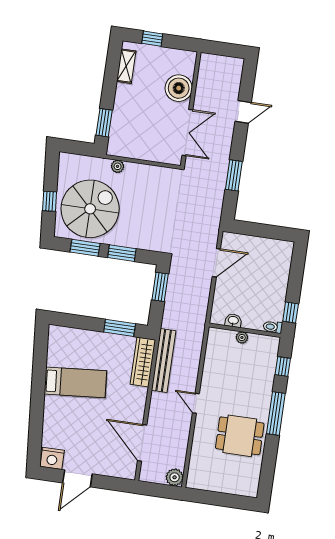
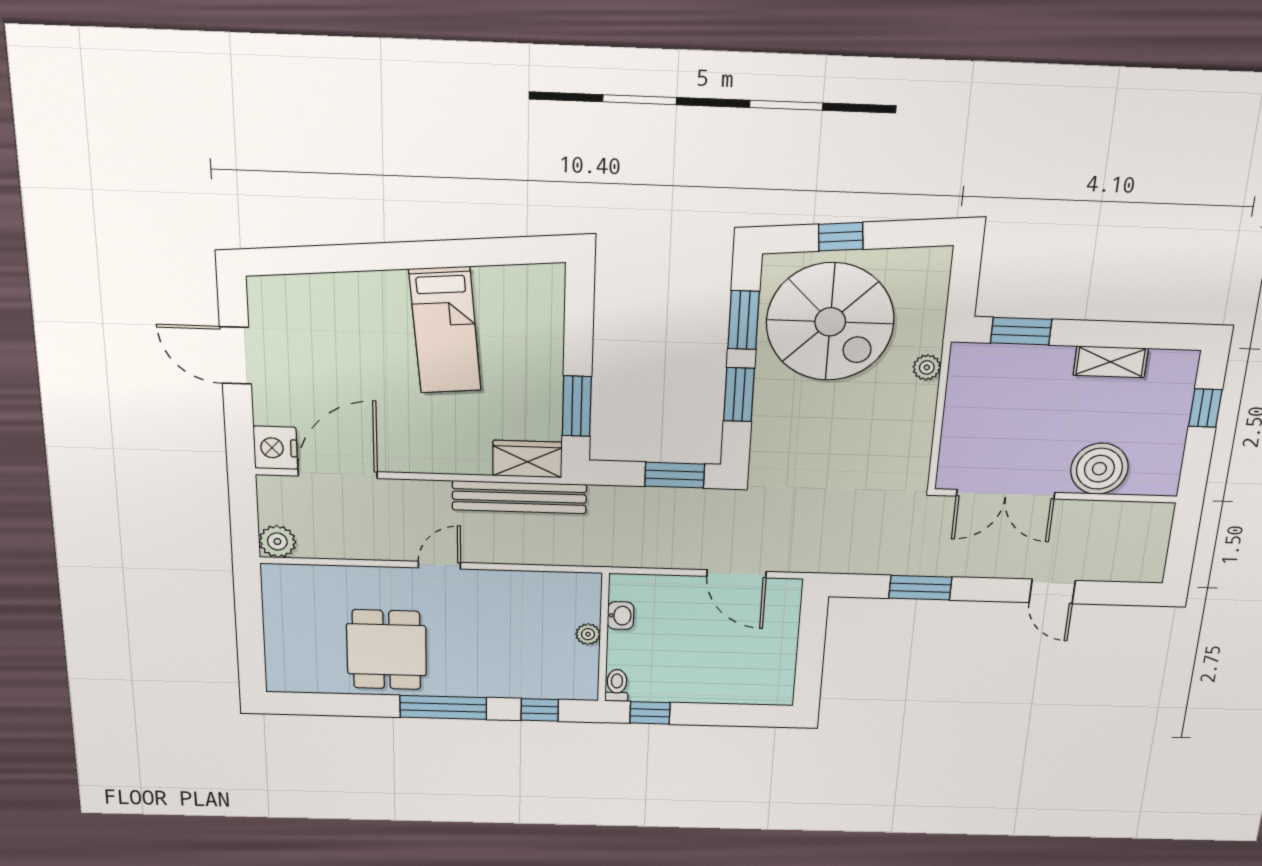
shelving: (126, 66) -> (1111, 362), moved
wardrobe: (143, 362) -> (527, 459), width x0.67
nightstand: (52, 458) -> (275, 448), moved

